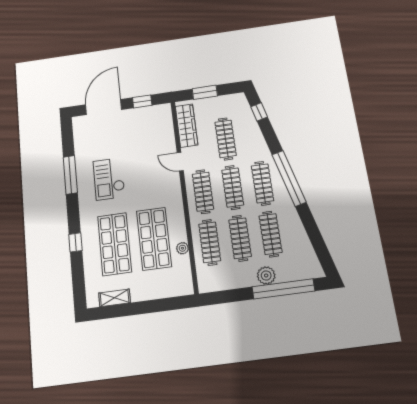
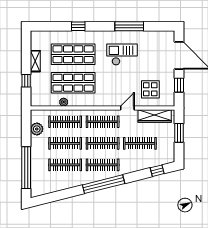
display table: (152, 136) -> (150, 89), added
plant: (266, 275) -> (37, 129), moved
shelving: (115, 298) -> (35, 61), moved
window: (158, 305) -> (26, 81), added

